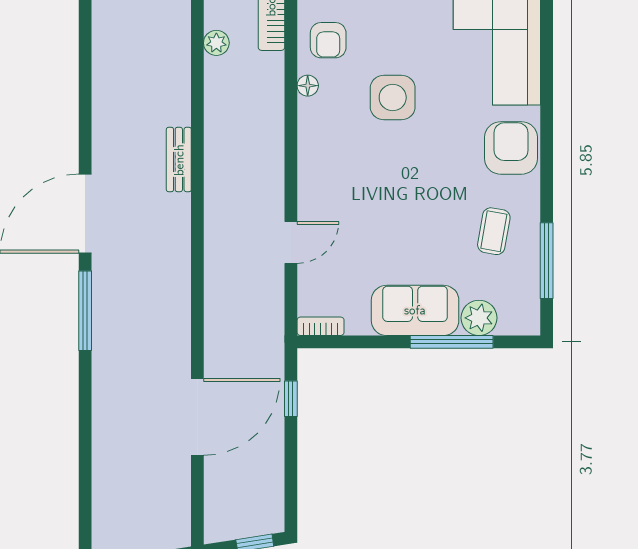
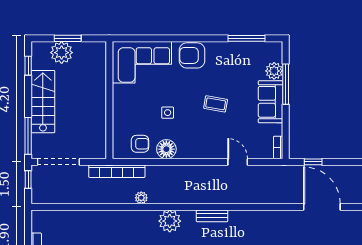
floor lamp: (308, 86) -> (166, 149), width x1.89, depth x1.89
side table: (393, 98) -> (168, 113), width x0.54, depth x0.54
plant: (168, 102) -> (170, 221), added
bench: (179, 160) -> (212, 216), moved
coffee table: (494, 231) -> (216, 104), moved

